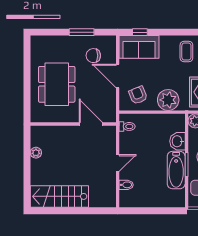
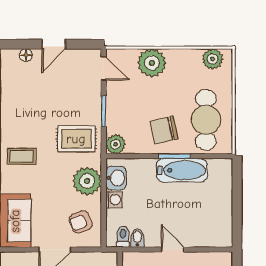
washing machine: (154, 120) -> (114, 200), added
washbasin: (177, 141) -> (116, 178), moved, turned -90
bidet: (126, 185) -> (137, 238), moved

